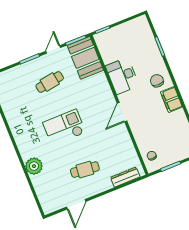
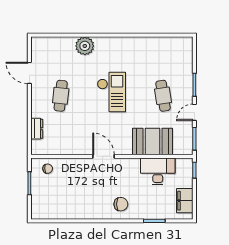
door: (53, 49) -> (194, 112), swing flipped
booth: (85, 58) -> (152, 141), moved
desk: (122, 76) -> (158, 171), moved
filing cabinet: (171, 100) -> (185, 201), moved, turned -90
dresser: (125, 177) -> (37, 129), width x0.70

